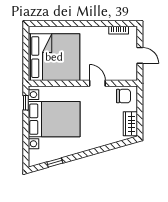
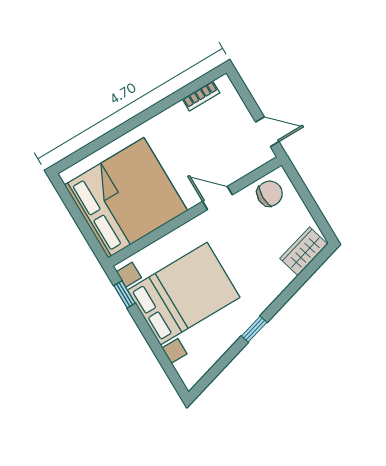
door: (140, 55) -> (267, 132), moved
wardrobe: (130, 124) -> (304, 251), moved, turned 74
window: (55, 163) -> (254, 329), moved

